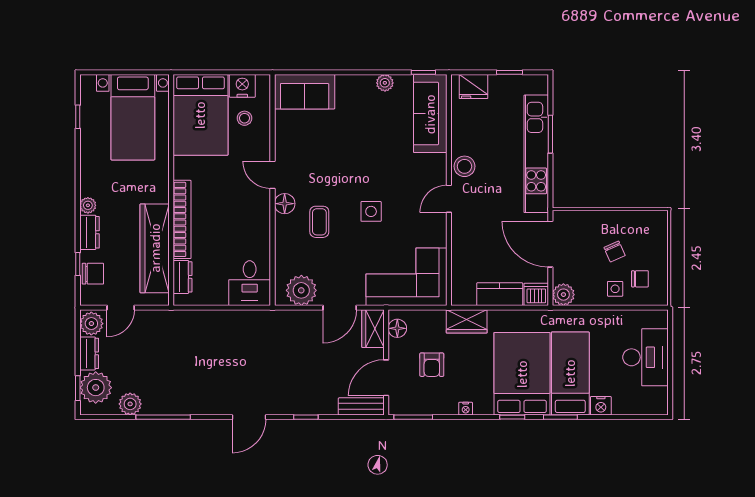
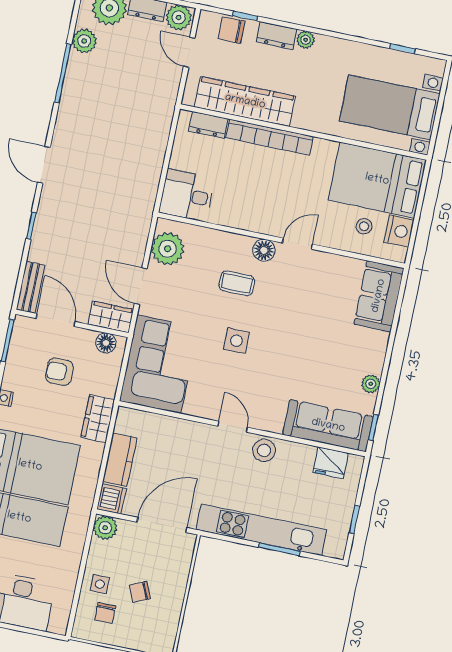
fridge: (473, 87) -> (330, 463), moved, turned -90
chair: (93, 274) -> (232, 30), turned 90

